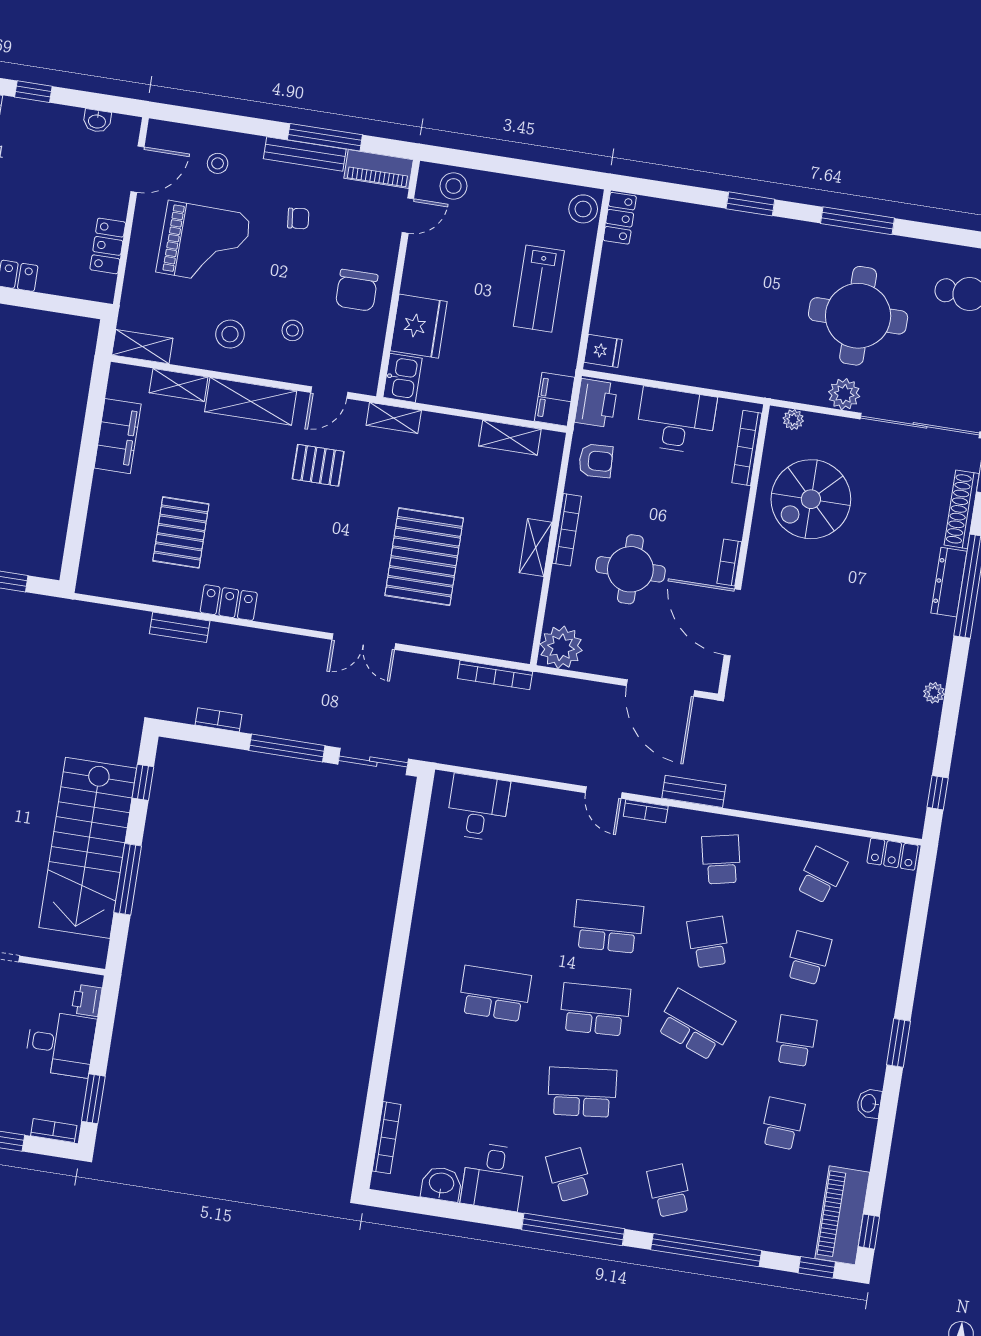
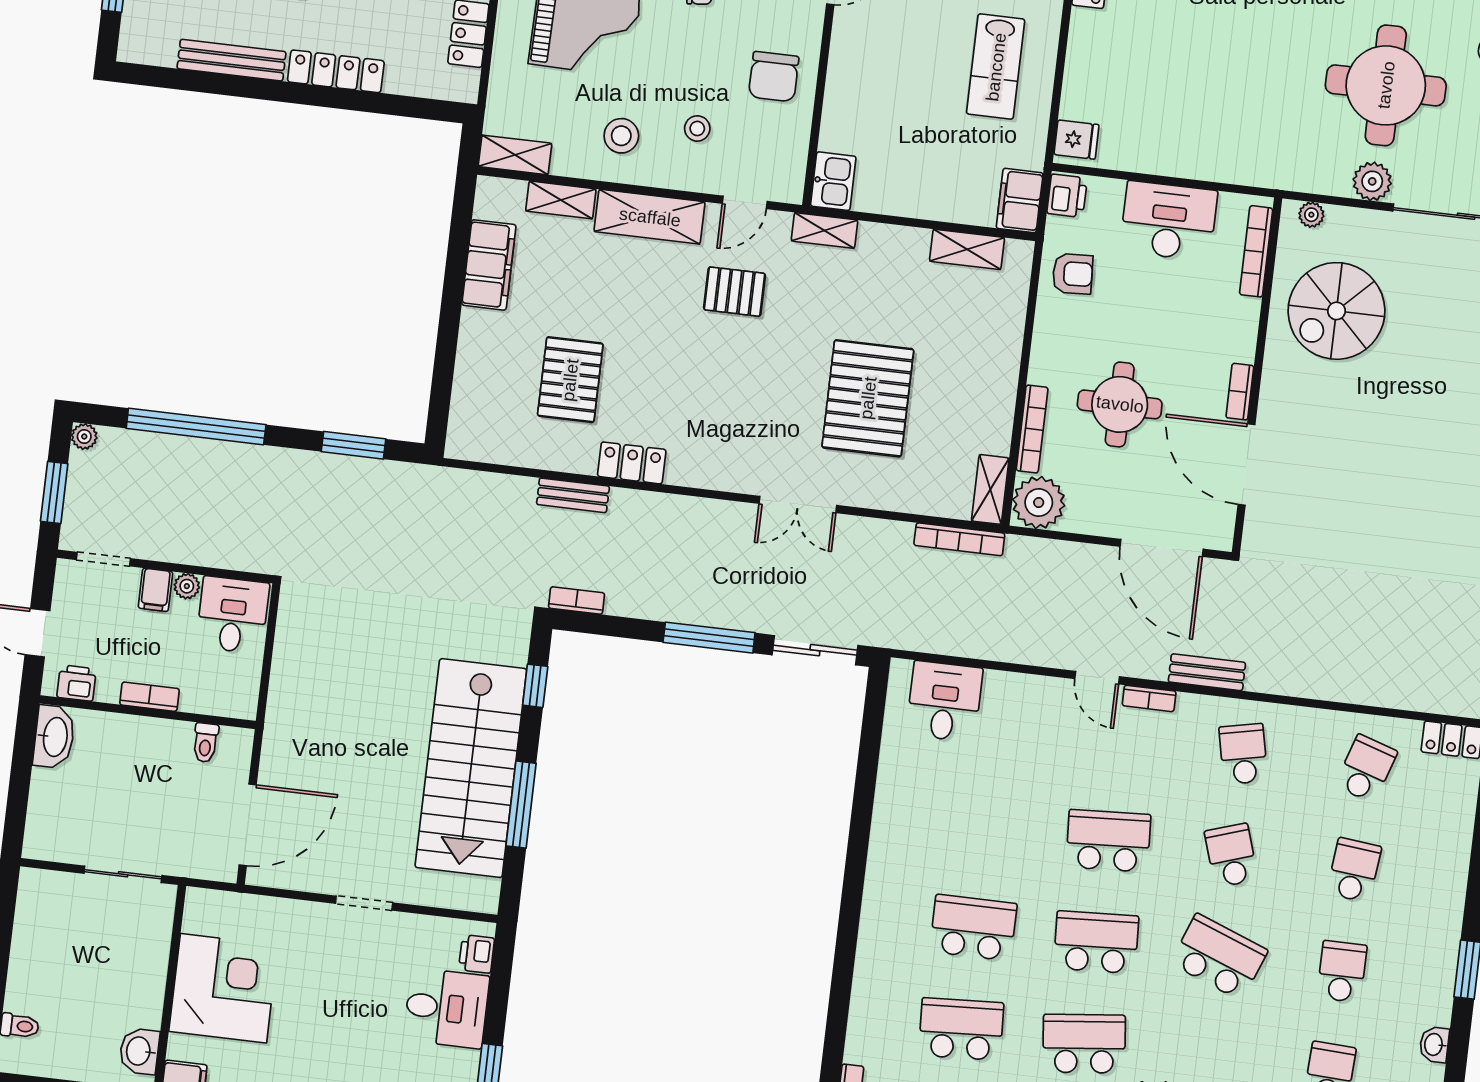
fridge: (419, 326) -> (851, 118), removed
printer: (596, 403) -> (1067, 196), width x0.73, depth x0.81
bookcase: (567, 530) -> (1032, 429), moved
shelving: (536, 548) -> (990, 489), moved
bookcase: (218, 720) -> (576, 600), moved
school desk: (482, 1077) -> (961, 1029), added

